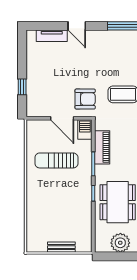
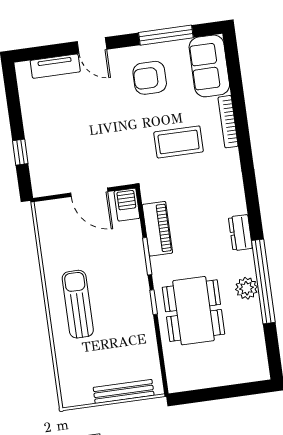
armchair: (85, 99) -> (150, 78), moved, turned 180
sun lounger: (56, 160) -> (78, 304), moved, turned 90
plant: (120, 243) -> (206, 373), removed
bench: (61, 247) -> (124, 391), width x1.36

